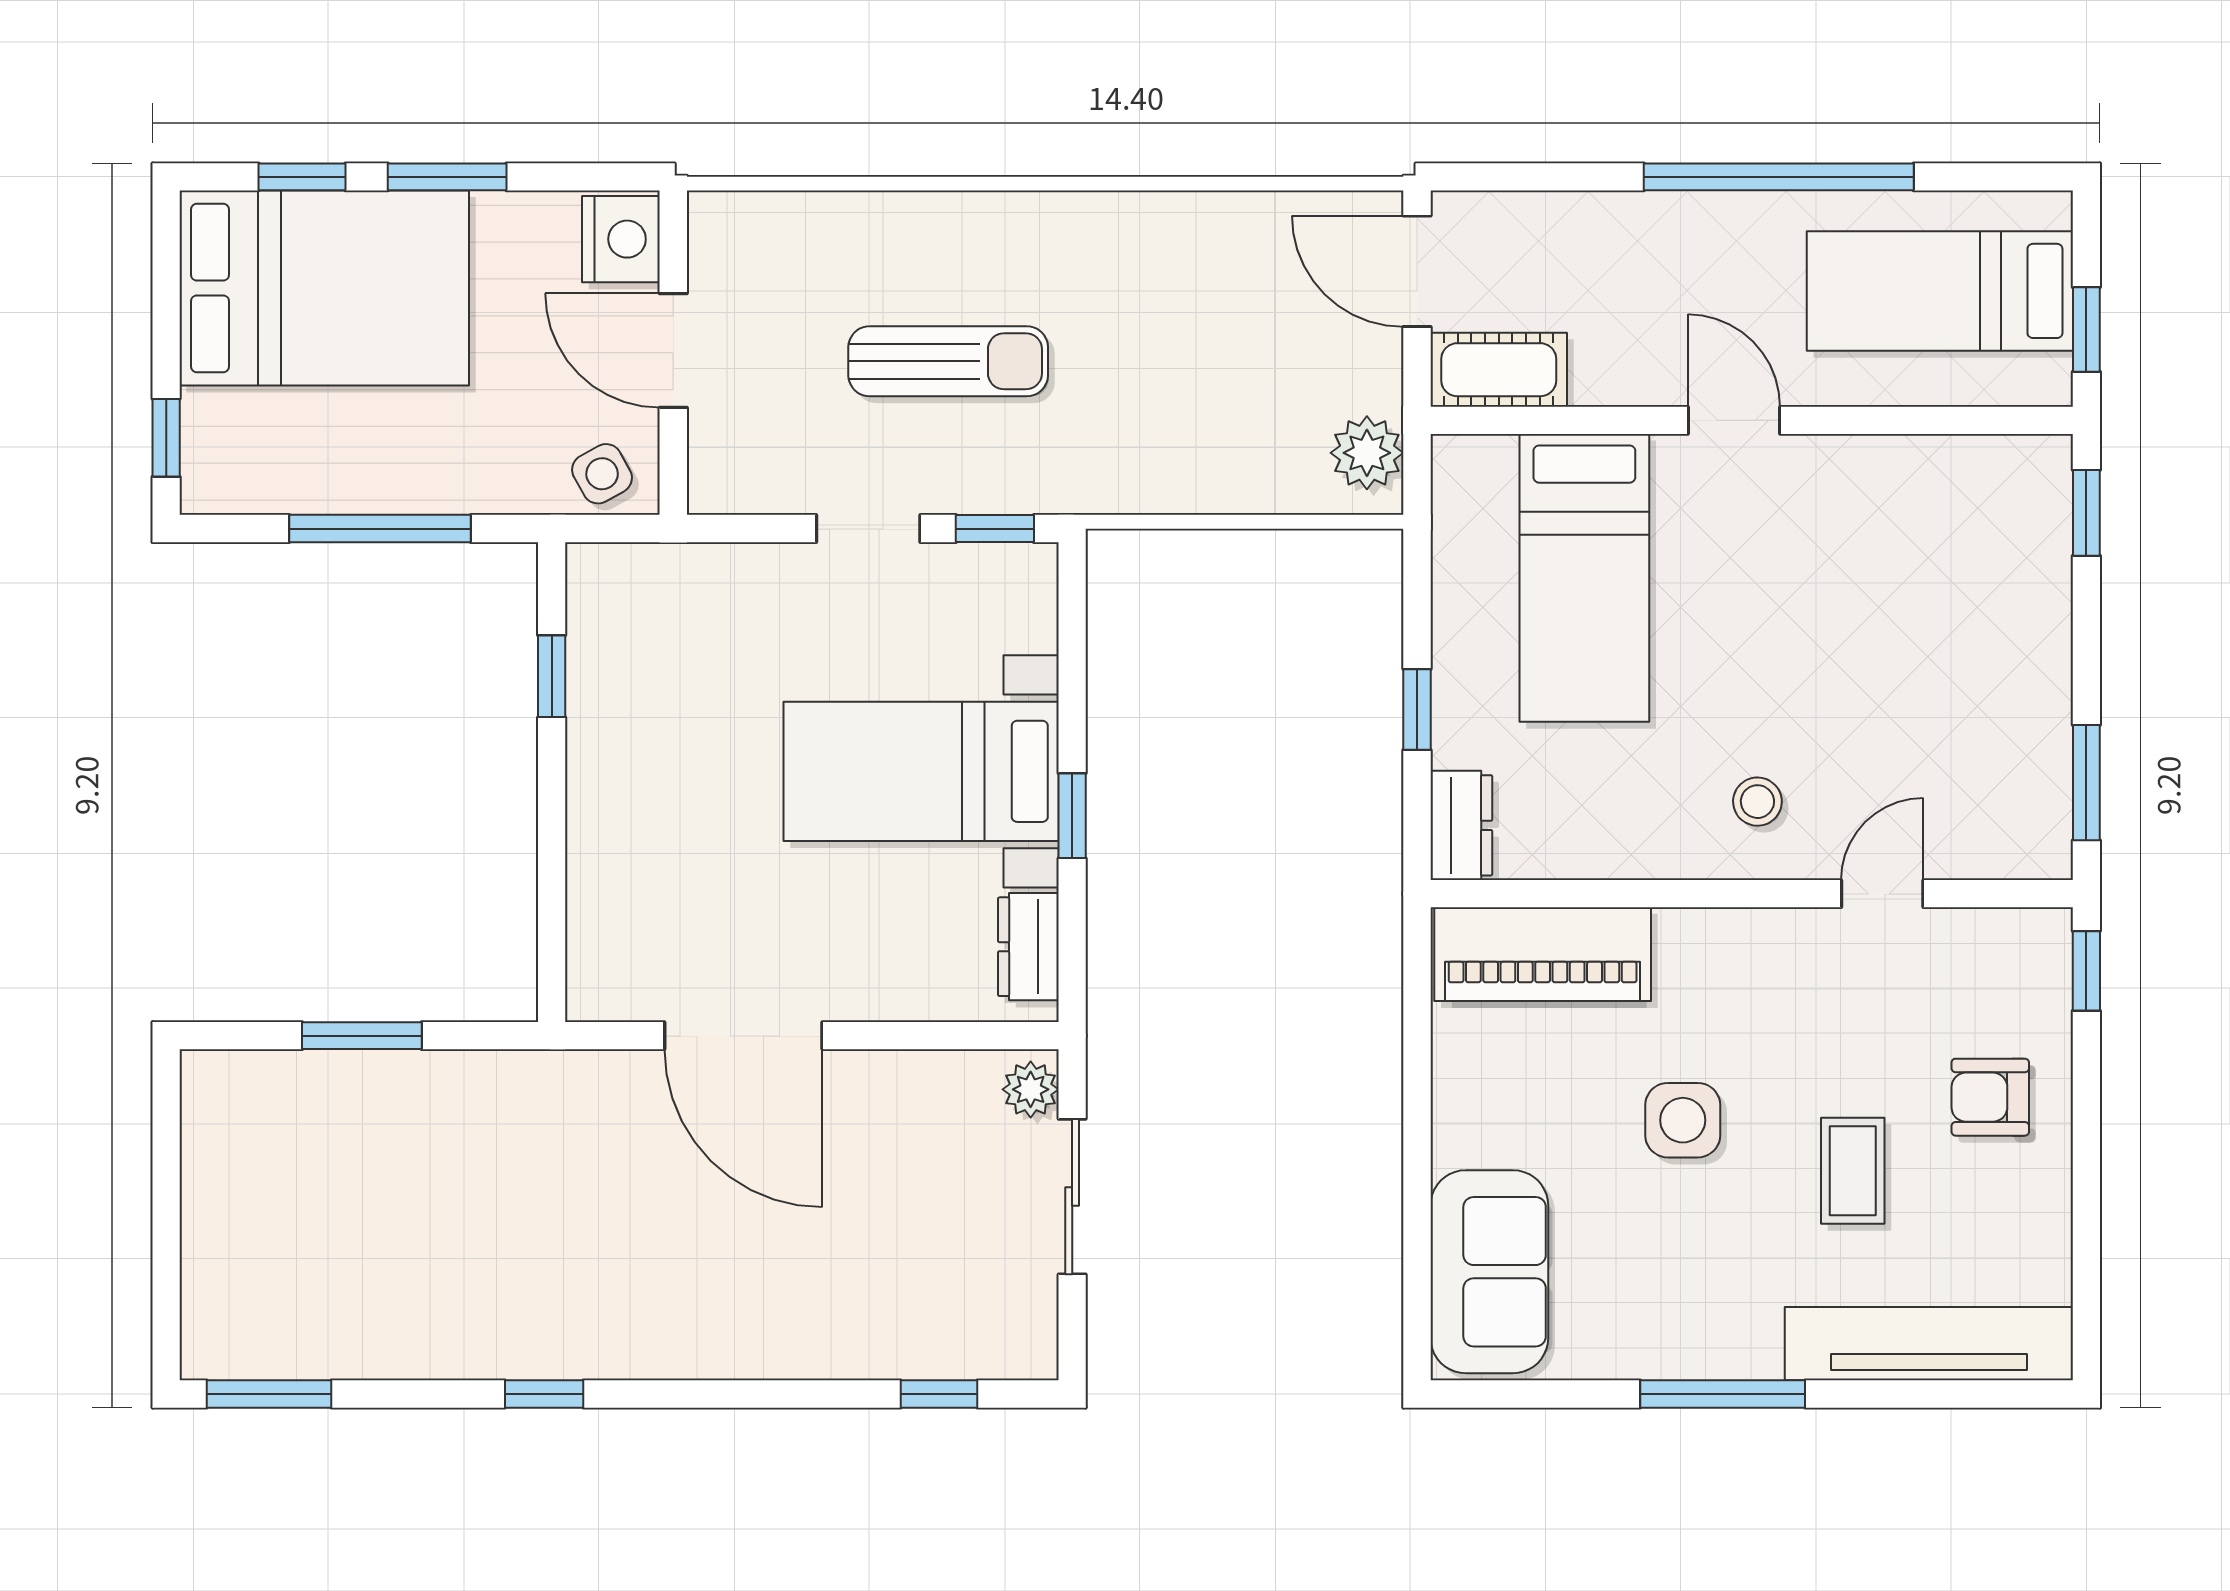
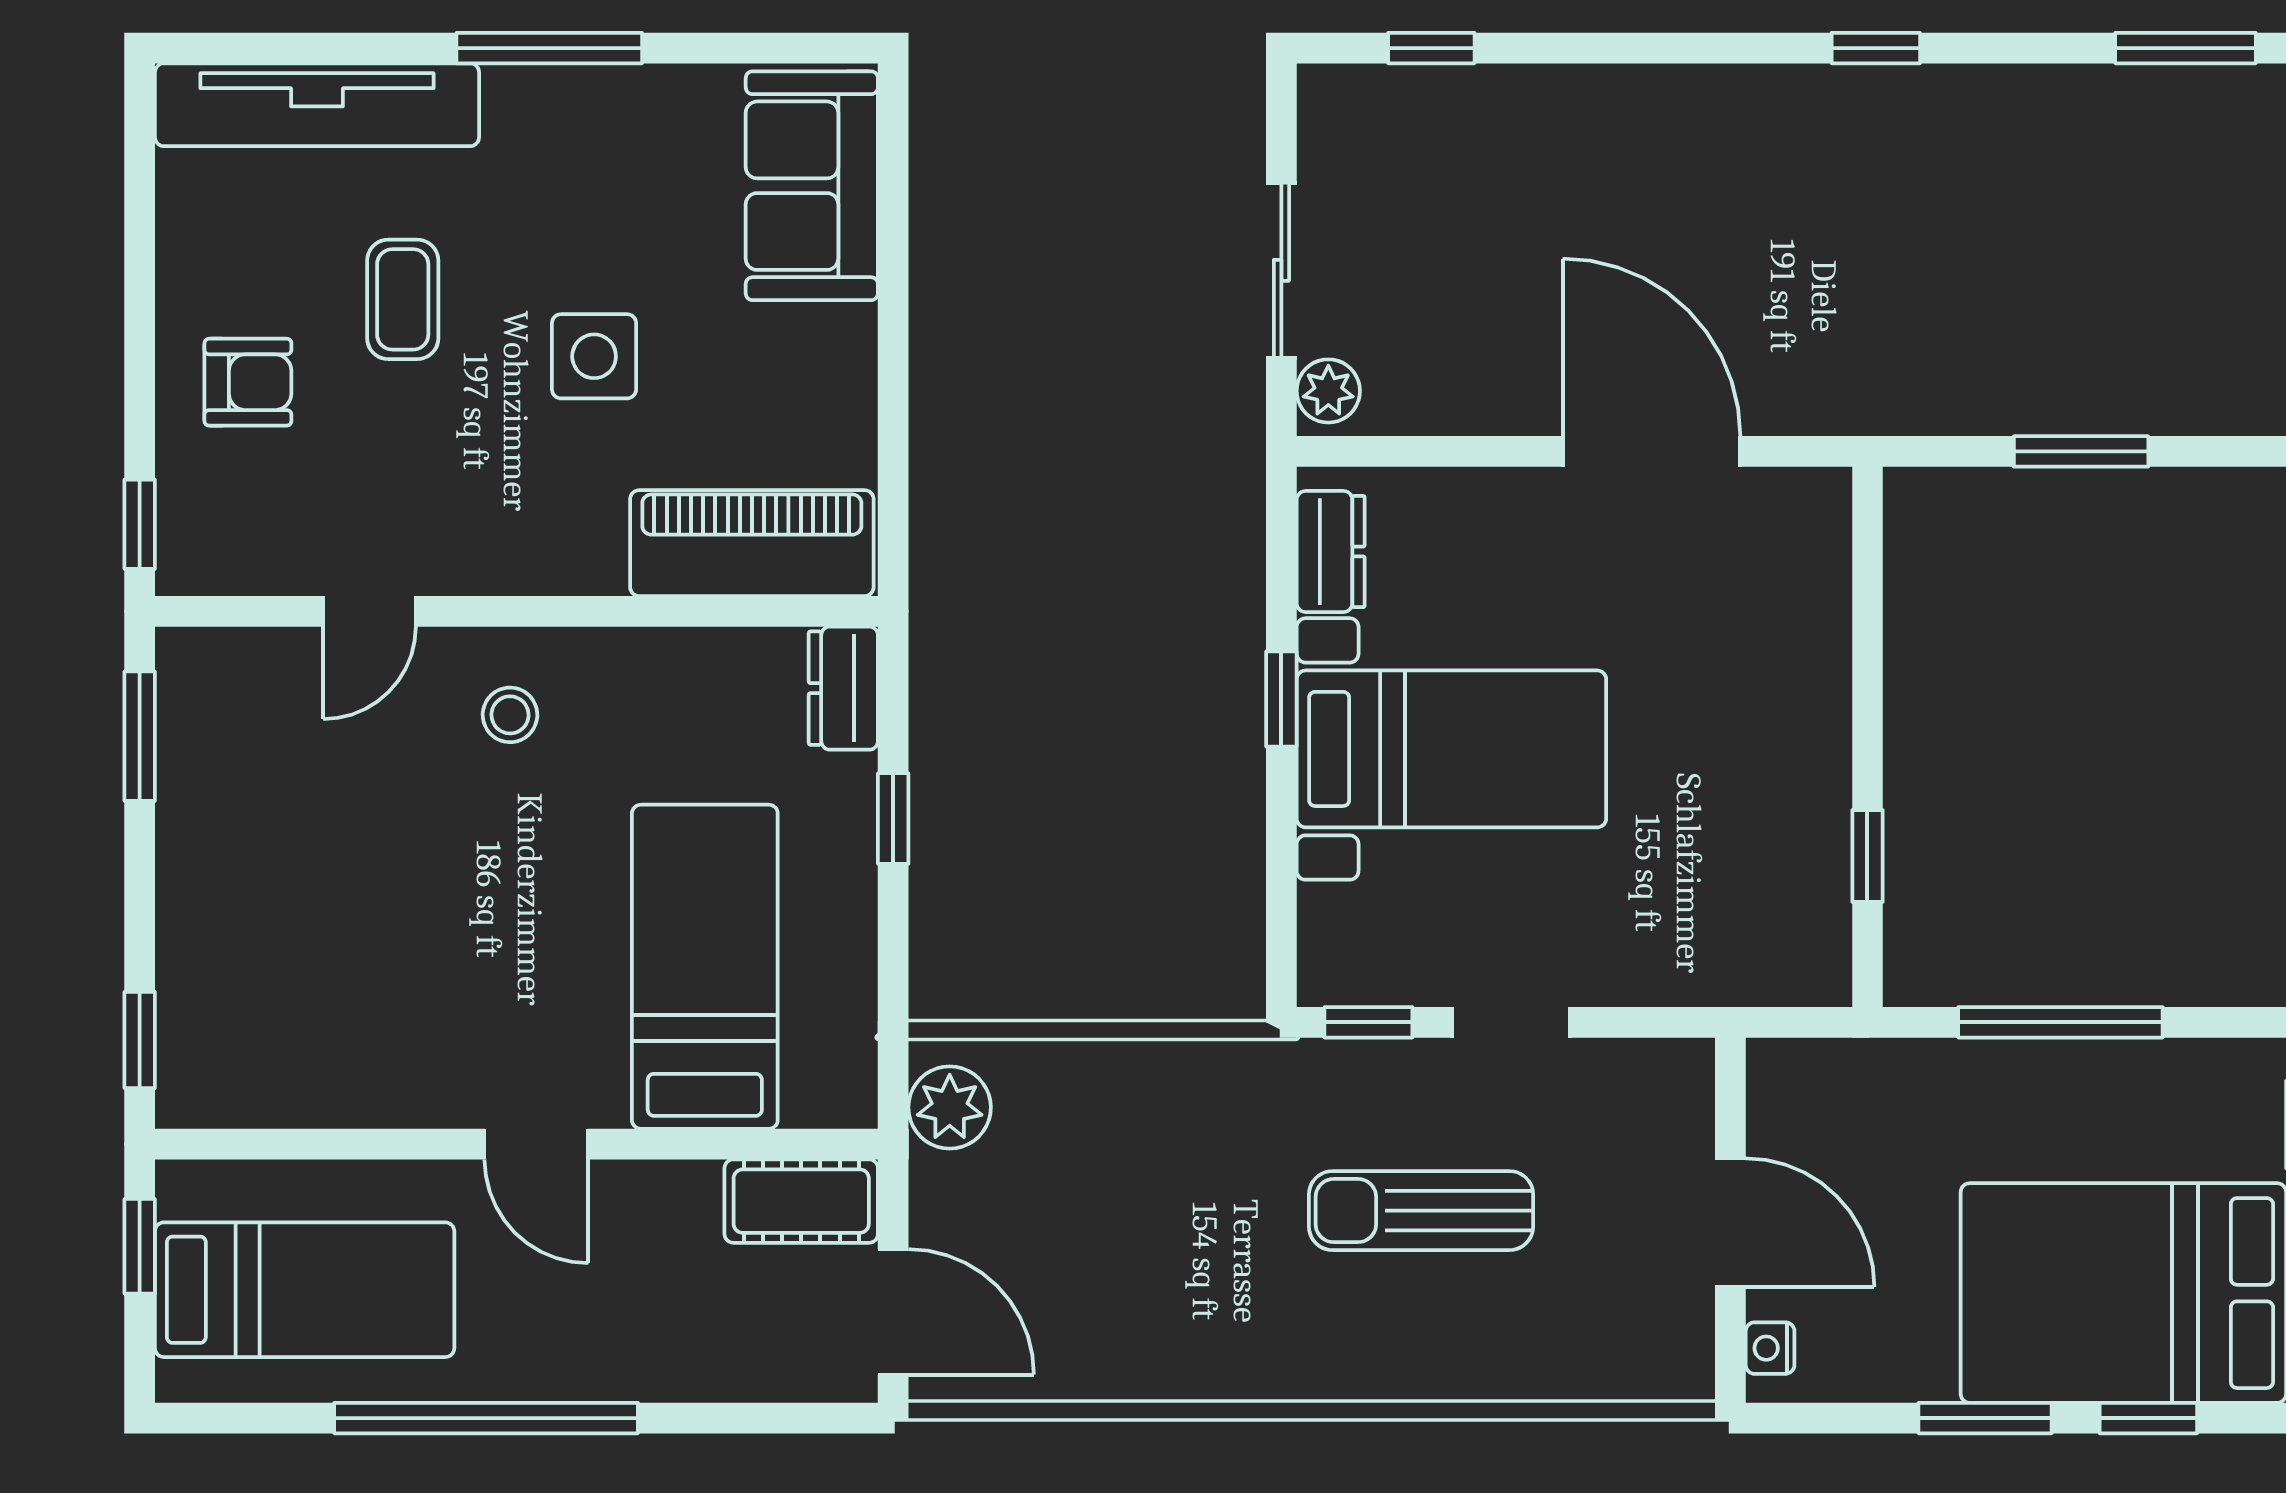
nightstand: (621, 239) -> (1770, 1348), width x0.53, depth x0.56
side table: (602, 474) -> (1811, 1084), removed

